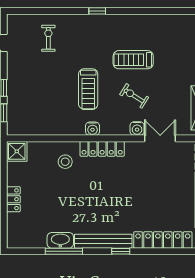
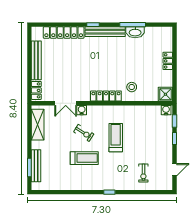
water cooler: (93, 129) -> (166, 110), moved

